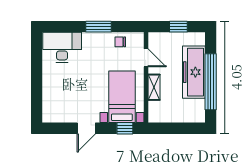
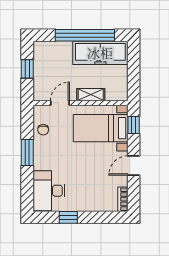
window: (37, 66) -> (68, 217), added
freezer: (194, 72) -> (100, 53), moved
bookcase: (54, 118) -> (123, 199), added
door: (86, 128) -> (134, 166), swing flipped

